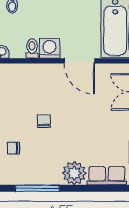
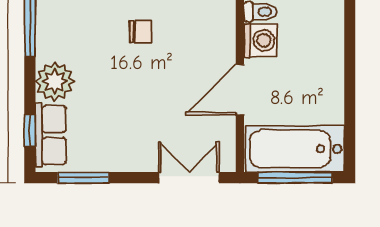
window: (104, 188) -> (30, 131), added

